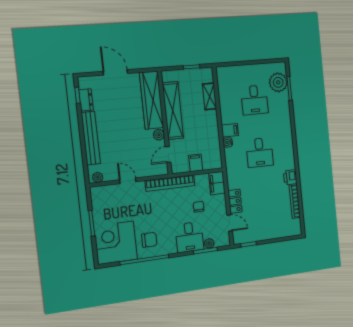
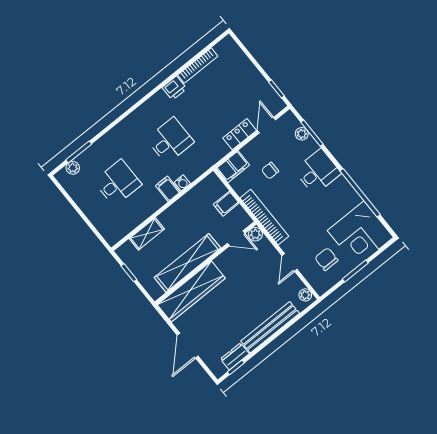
plant: (278, 82) -> (73, 168), width x0.53, depth x0.53
plant: (159, 135) -> (255, 234), moved
desk: (189, 237) -> (318, 172), moved
chair: (149, 240) -> (326, 259), moved

